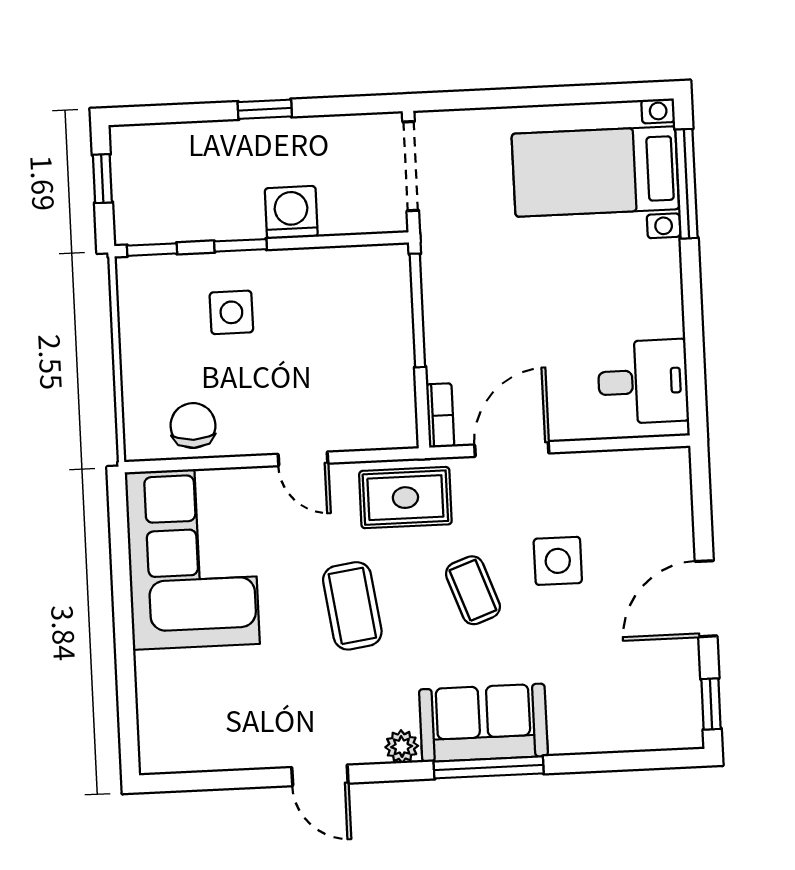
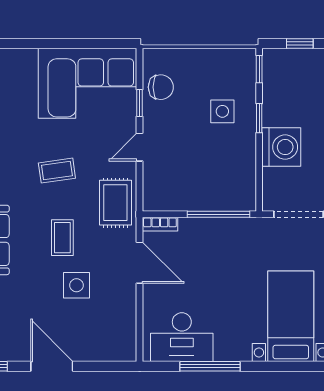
window: (686, 184) -> (210, 366), moved
washing machine: (291, 212) -> (281, 147), width x1.37, depth x1.37
desk: (643, 382) -> (182, 337), width x1.37
window: (224, 463) -> (140, 103), added
coffee table: (473, 590) -> (62, 238), turned -70
coffee table: (352, 606) -> (57, 171), width x0.73, depth x0.77

